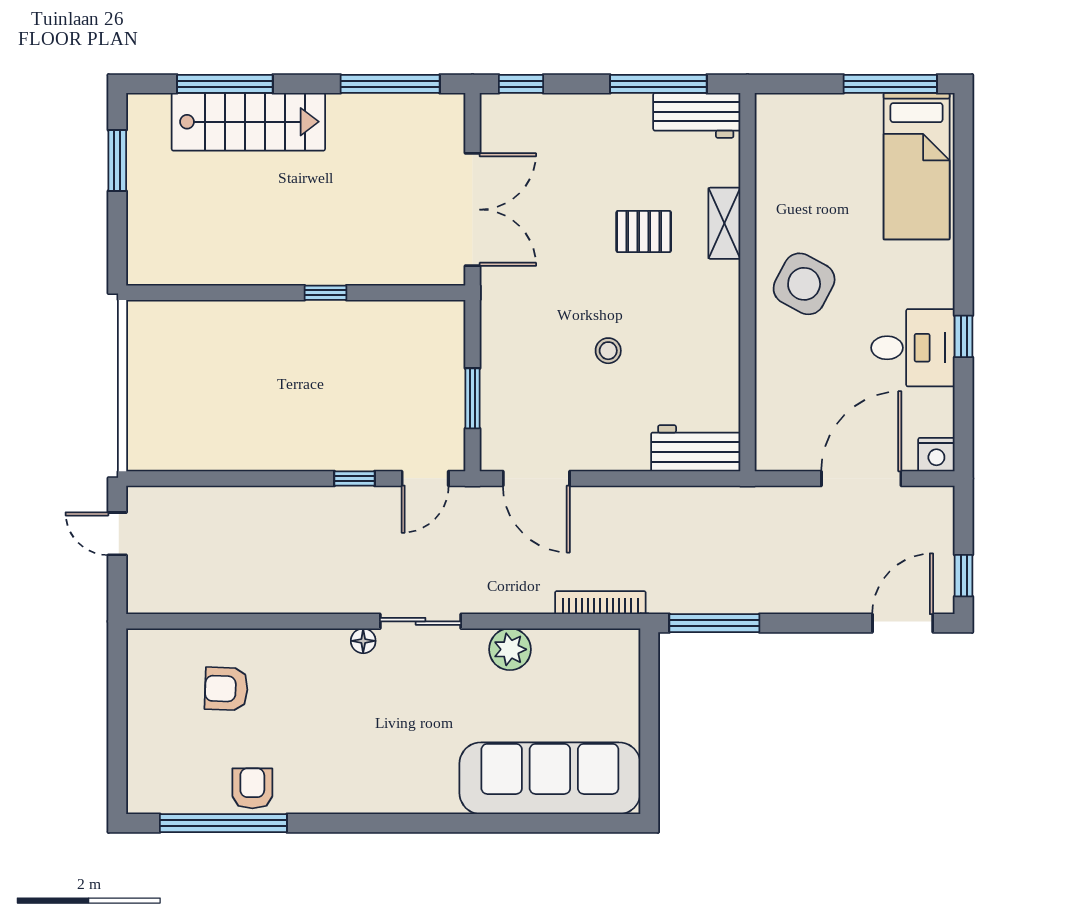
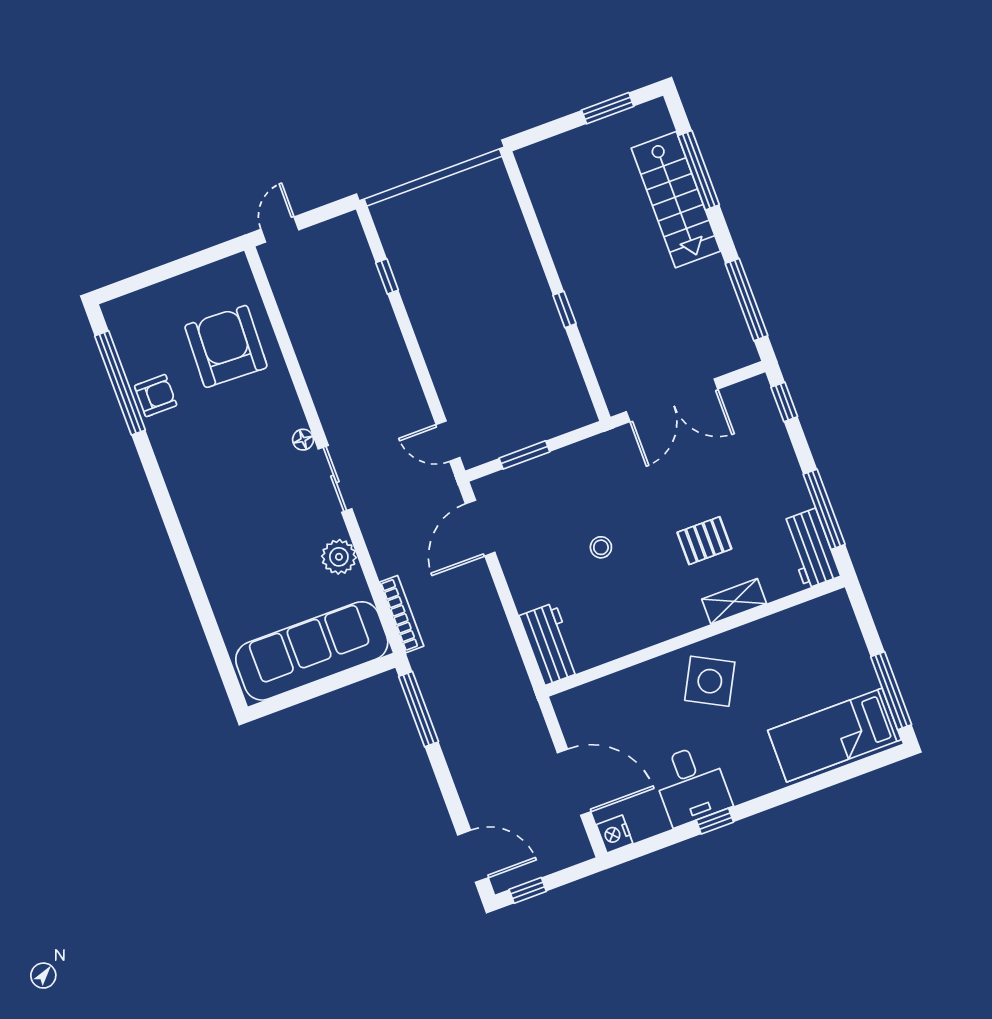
pallet: (644, 232) -> (704, 541), turned 90
window: (354, 478) -> (387, 276), moved
door: (117, 534) -> (280, 229), moved
armchair: (226, 689) -> (226, 346), width x1.88, depth x1.88
sofa: (550, 778) -> (312, 651), moved, turned -90

